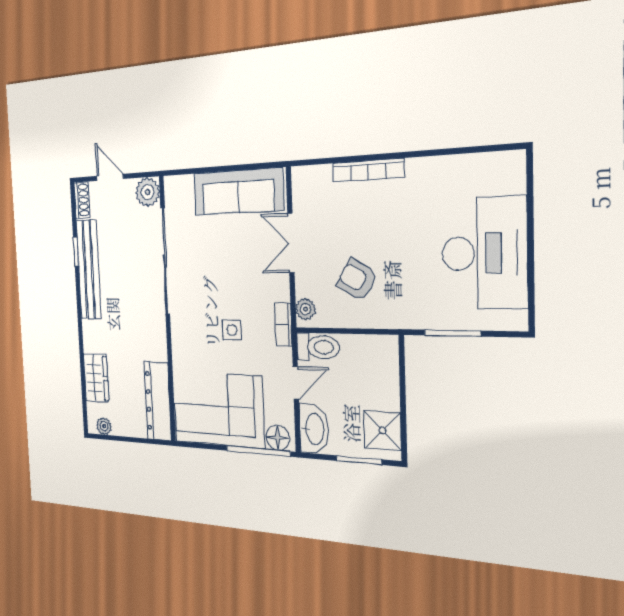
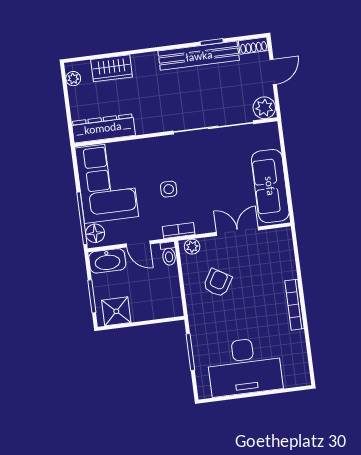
bookcase: (368, 170) -> (295, 305), moved
toilet: (318, 347) -> (169, 254), width x0.73, depth x0.72

